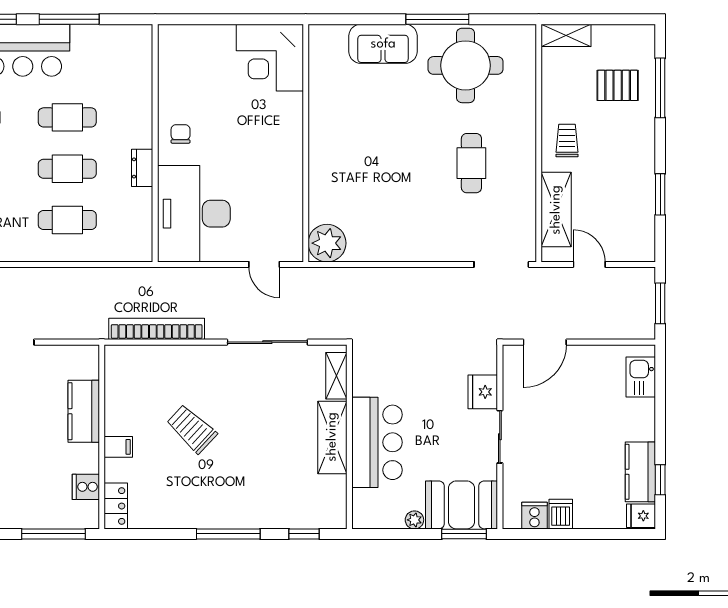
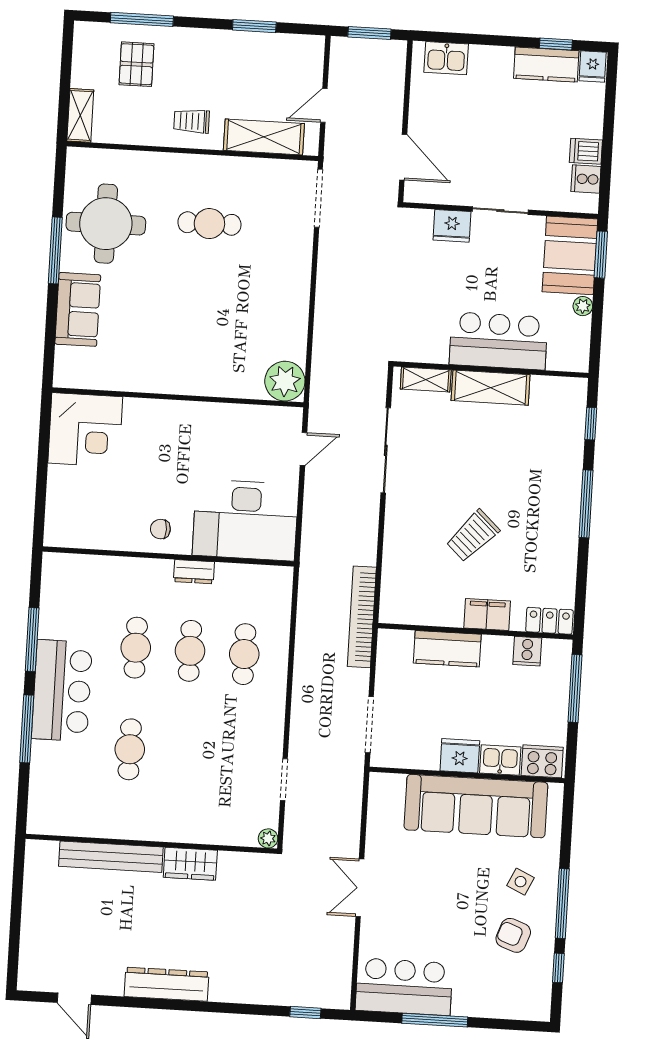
bookcase: (157, 329) -> (362, 617), moved
filing cabinet: (118, 447) -> (487, 614), width x2.00

